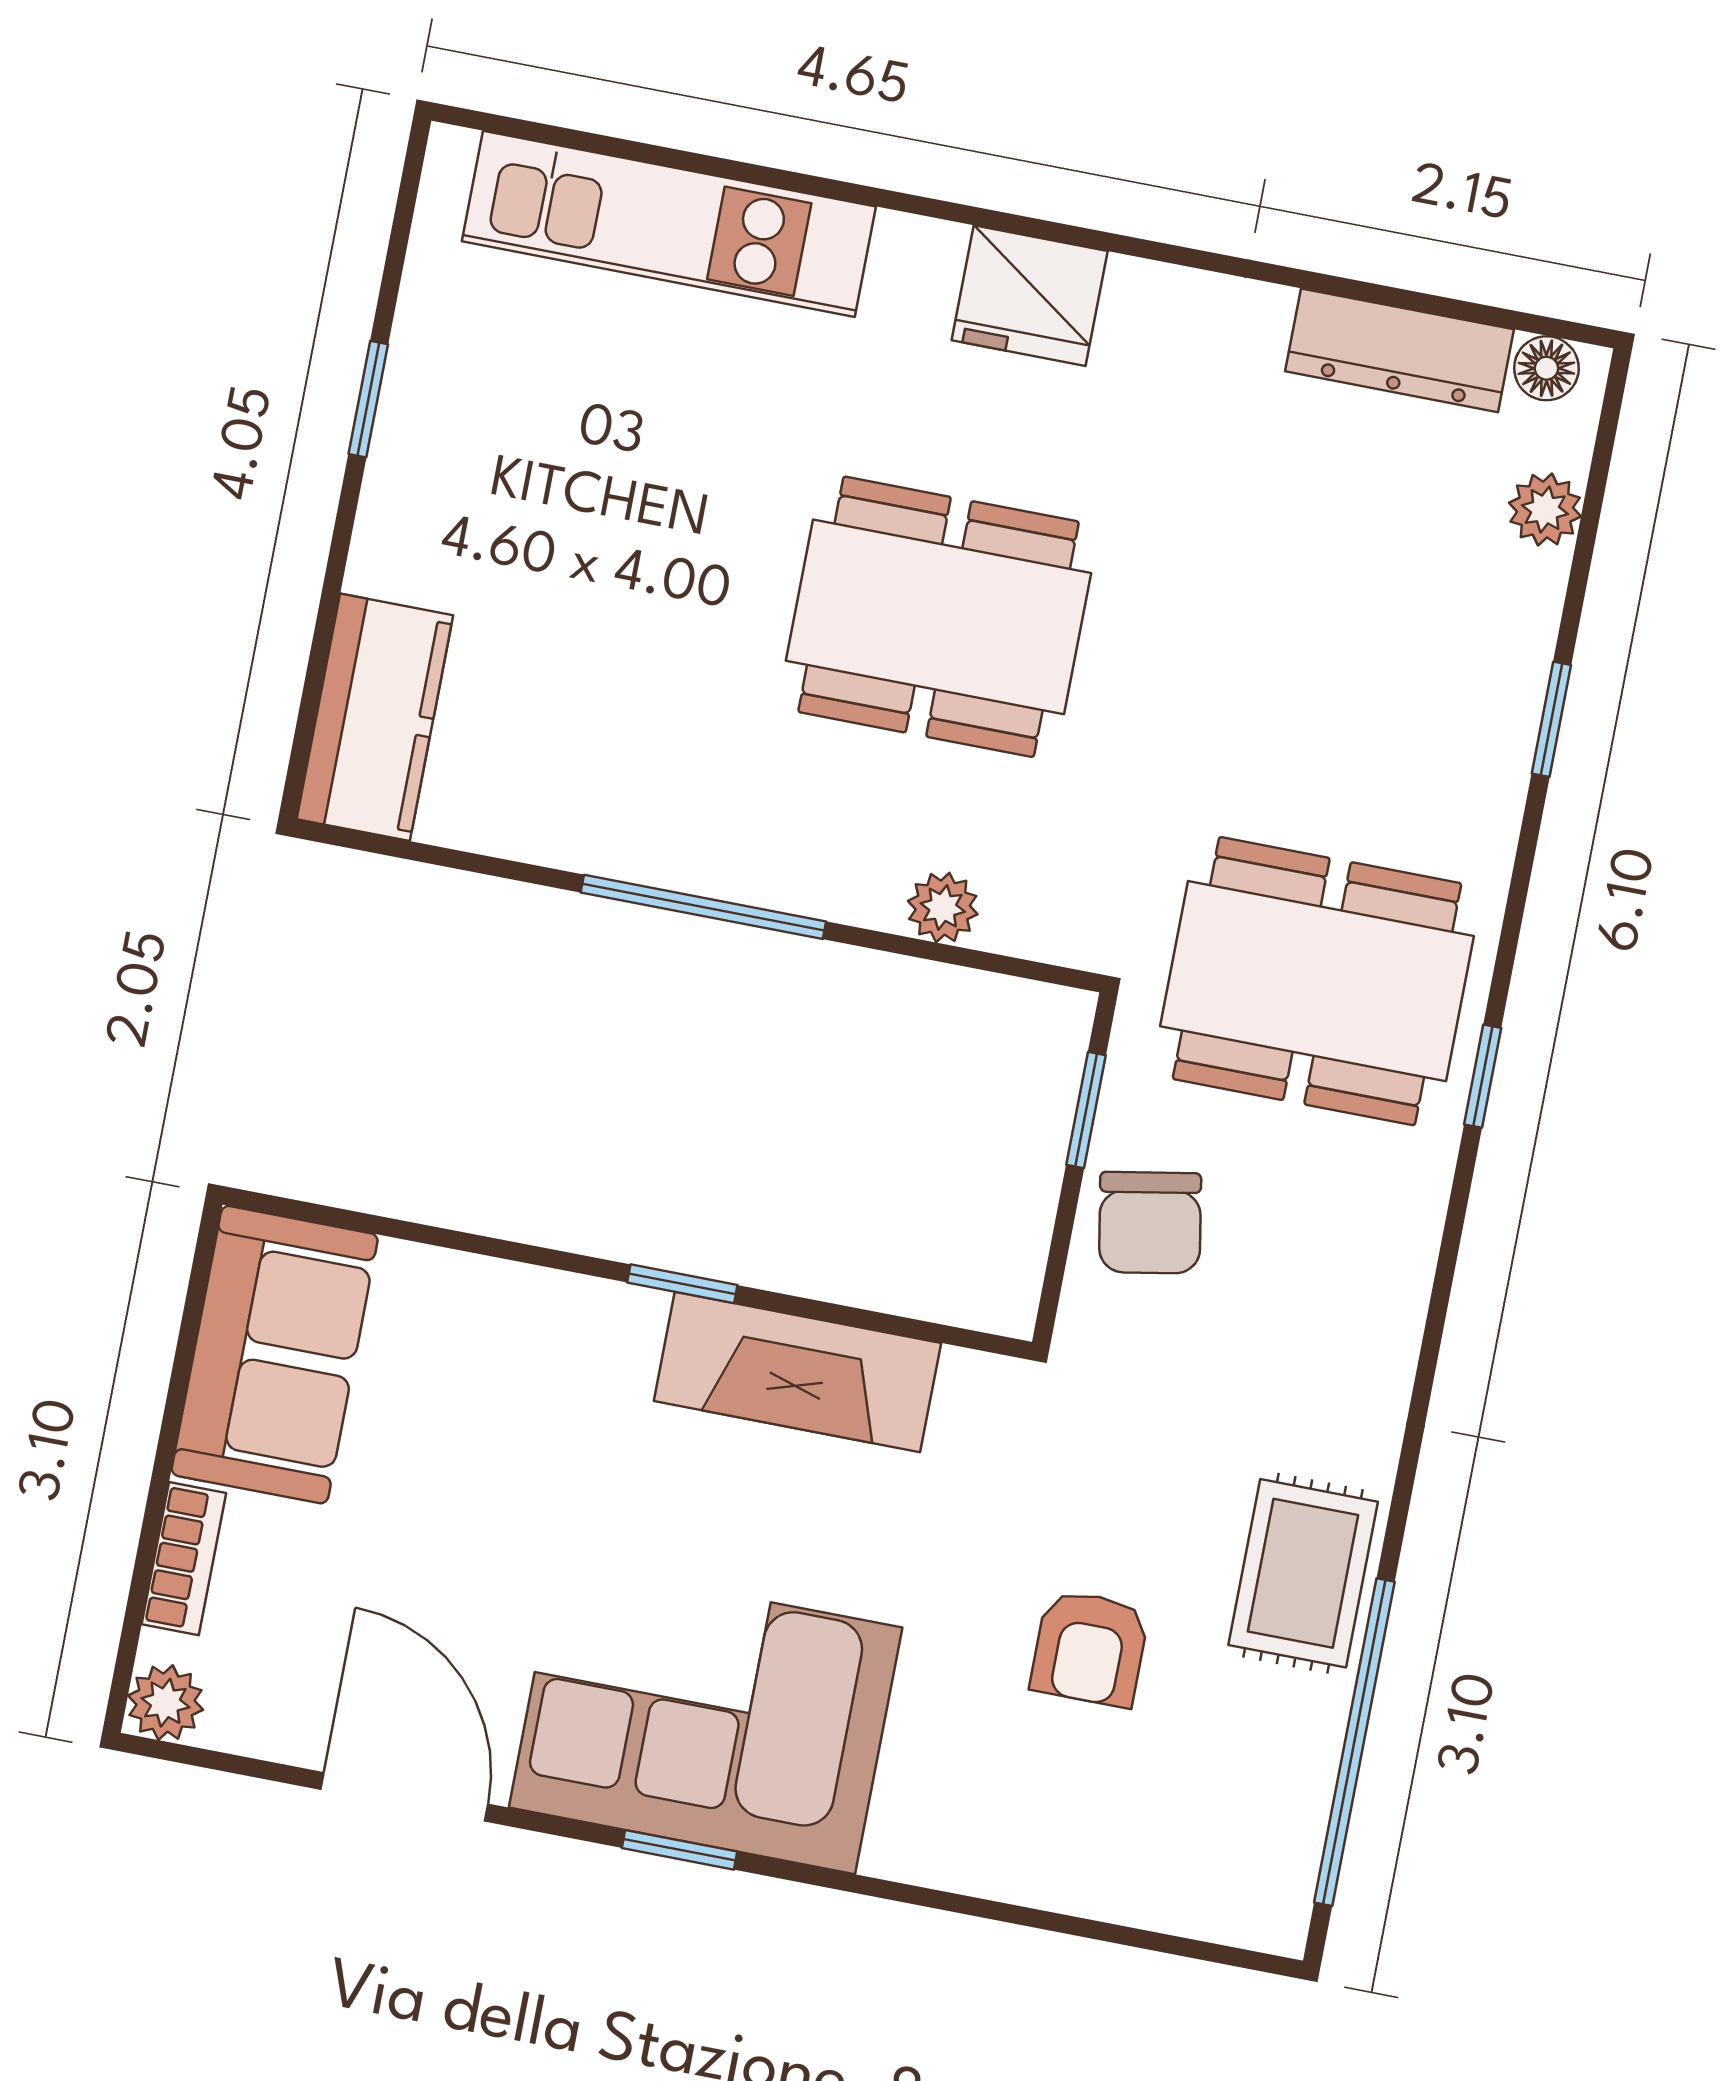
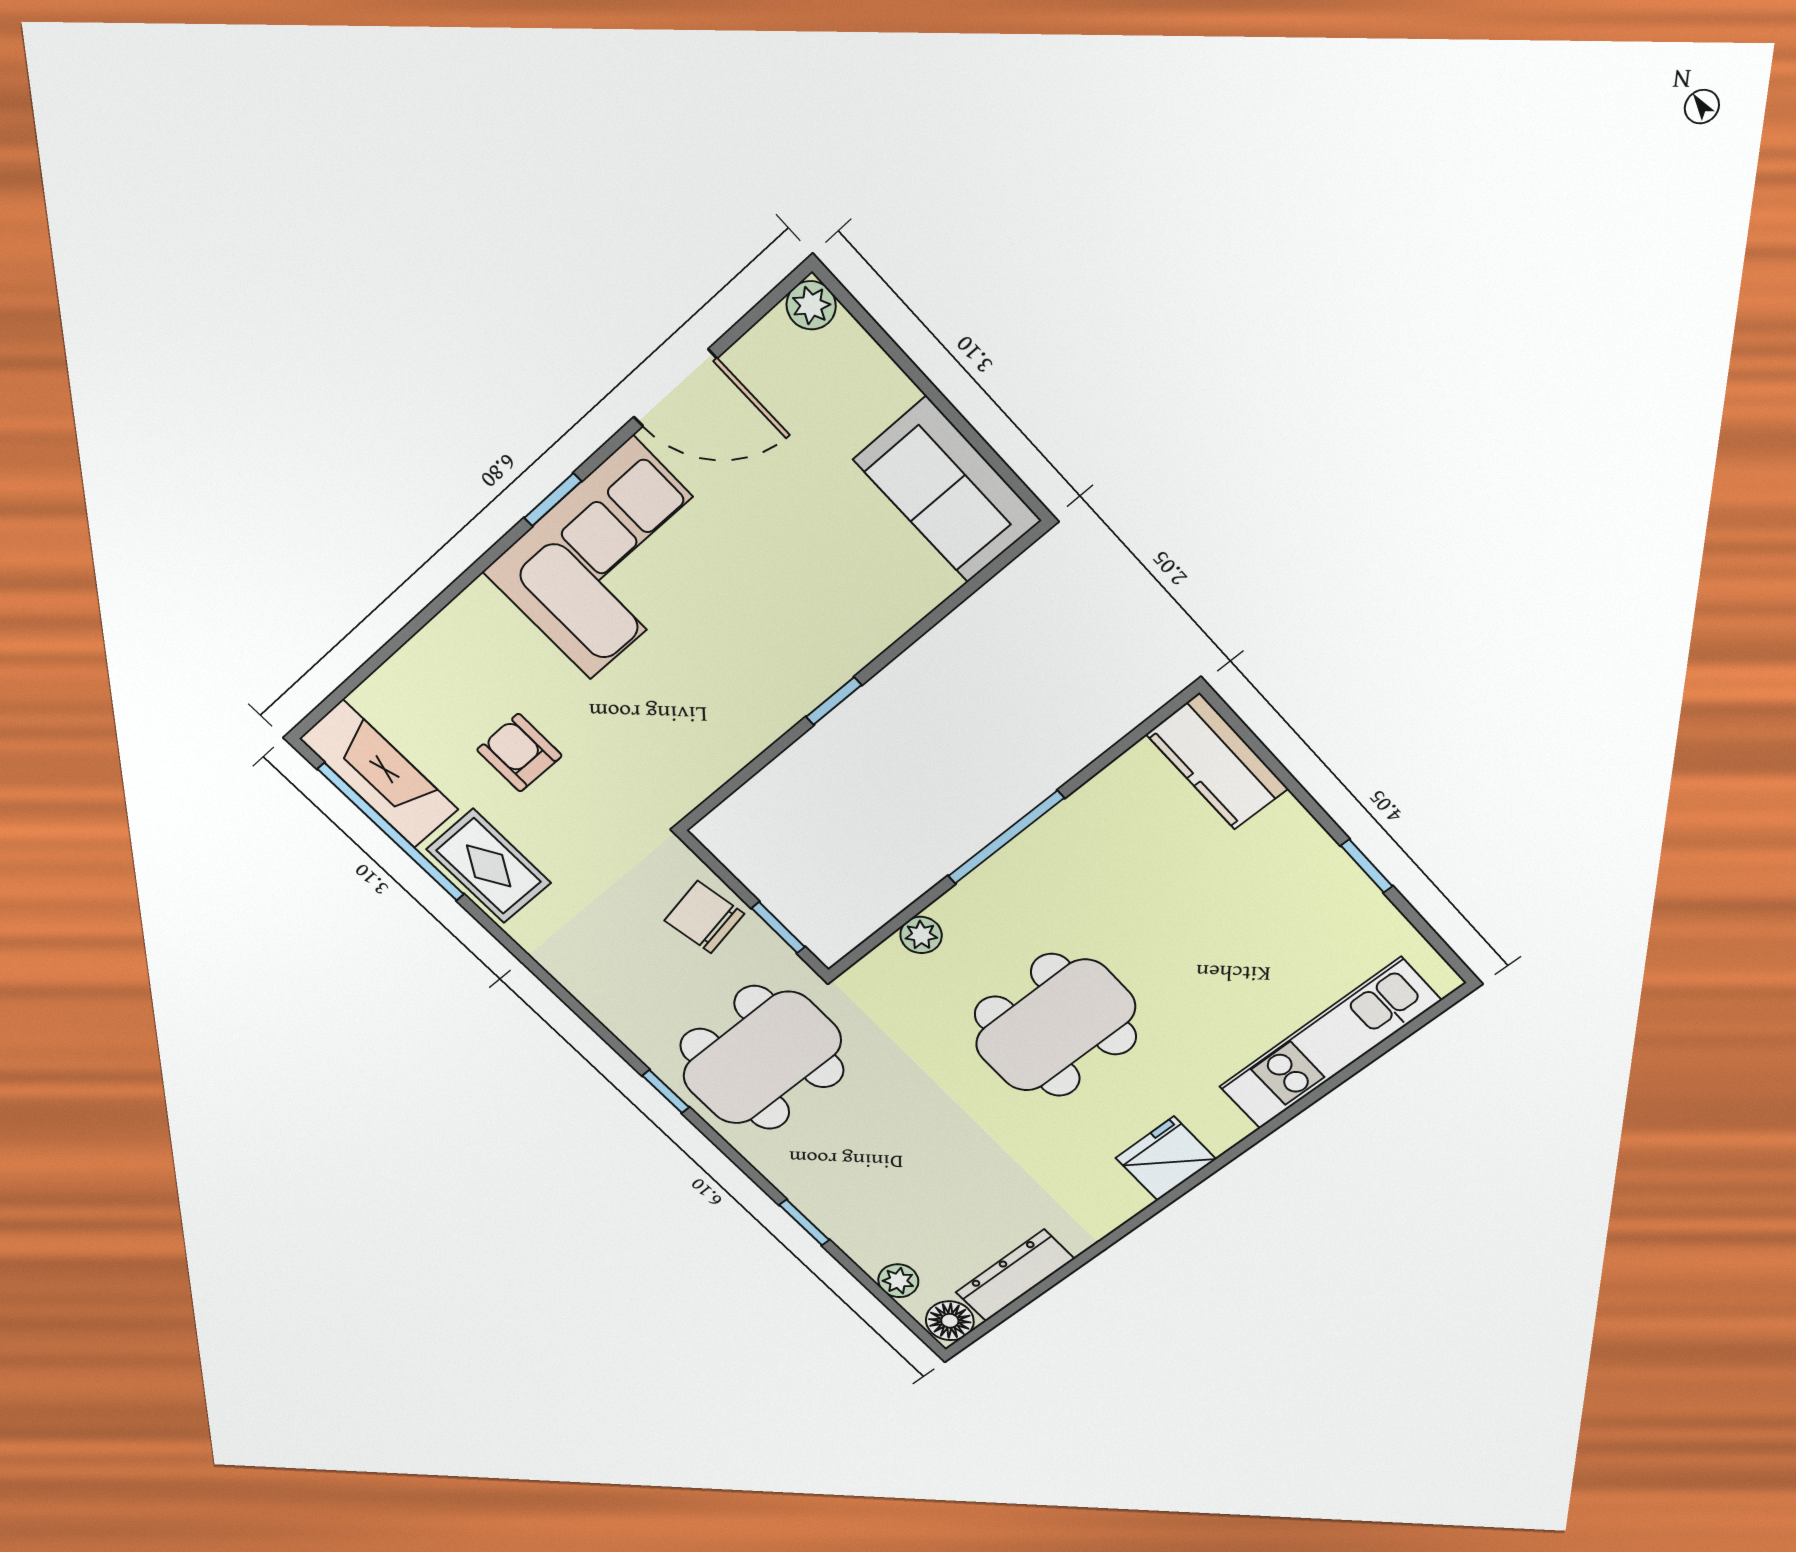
floor lamp: (1546, 368) -> (950, 1321), width x1.37, depth x1.37
fireplace: (797, 1372) -> (379, 774), moved, turned 90
bookcase: (184, 1559) -> (878, 370), removed

